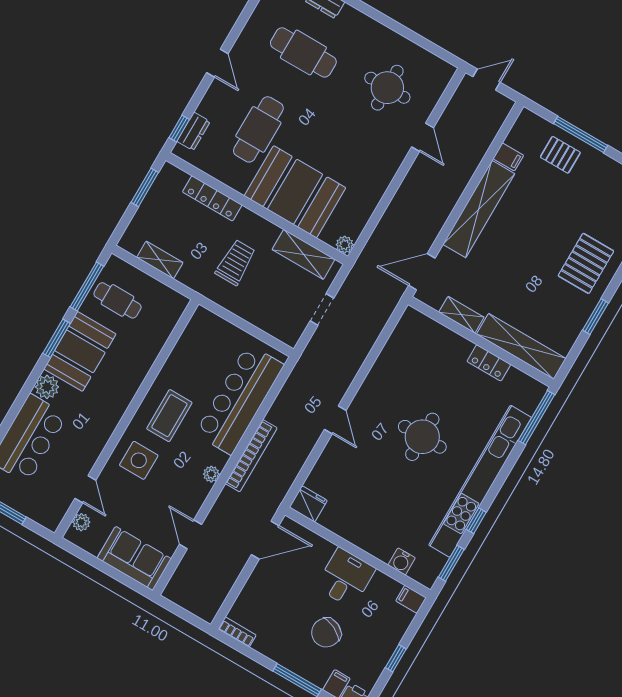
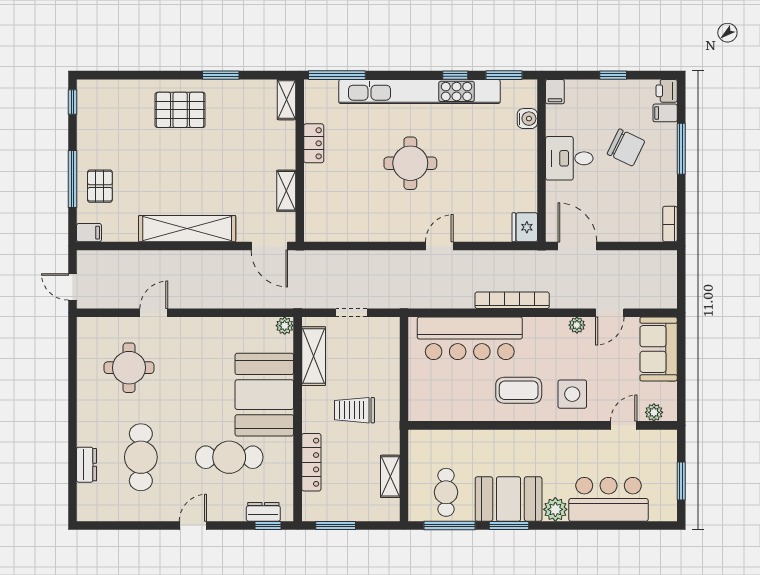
filing cabinet: (508, 157) -> (89, 233), moved, turned 90
shelving: (521, 346) -> (286, 100), width x0.45, depth x0.75
plant: (211, 474) -> (577, 325), moved

